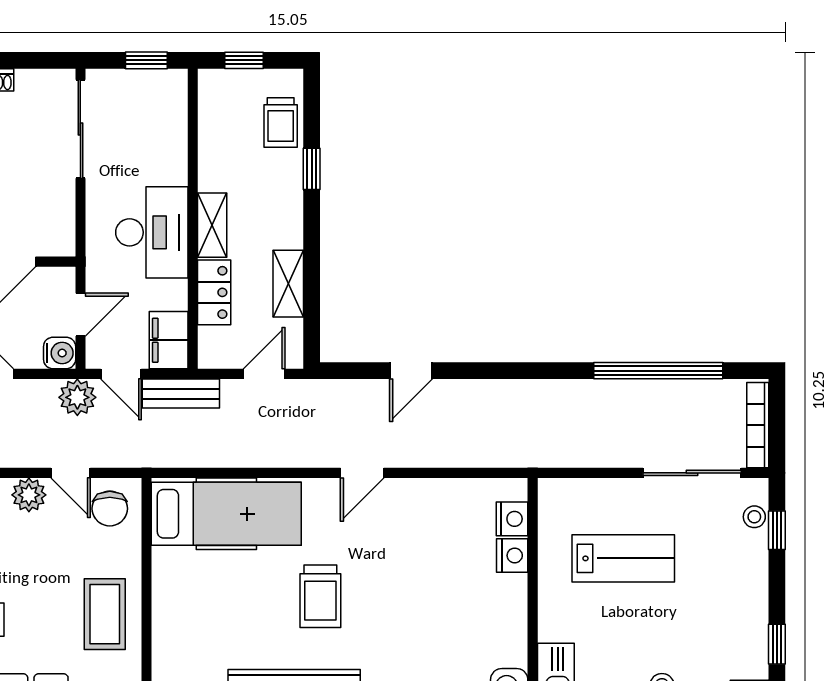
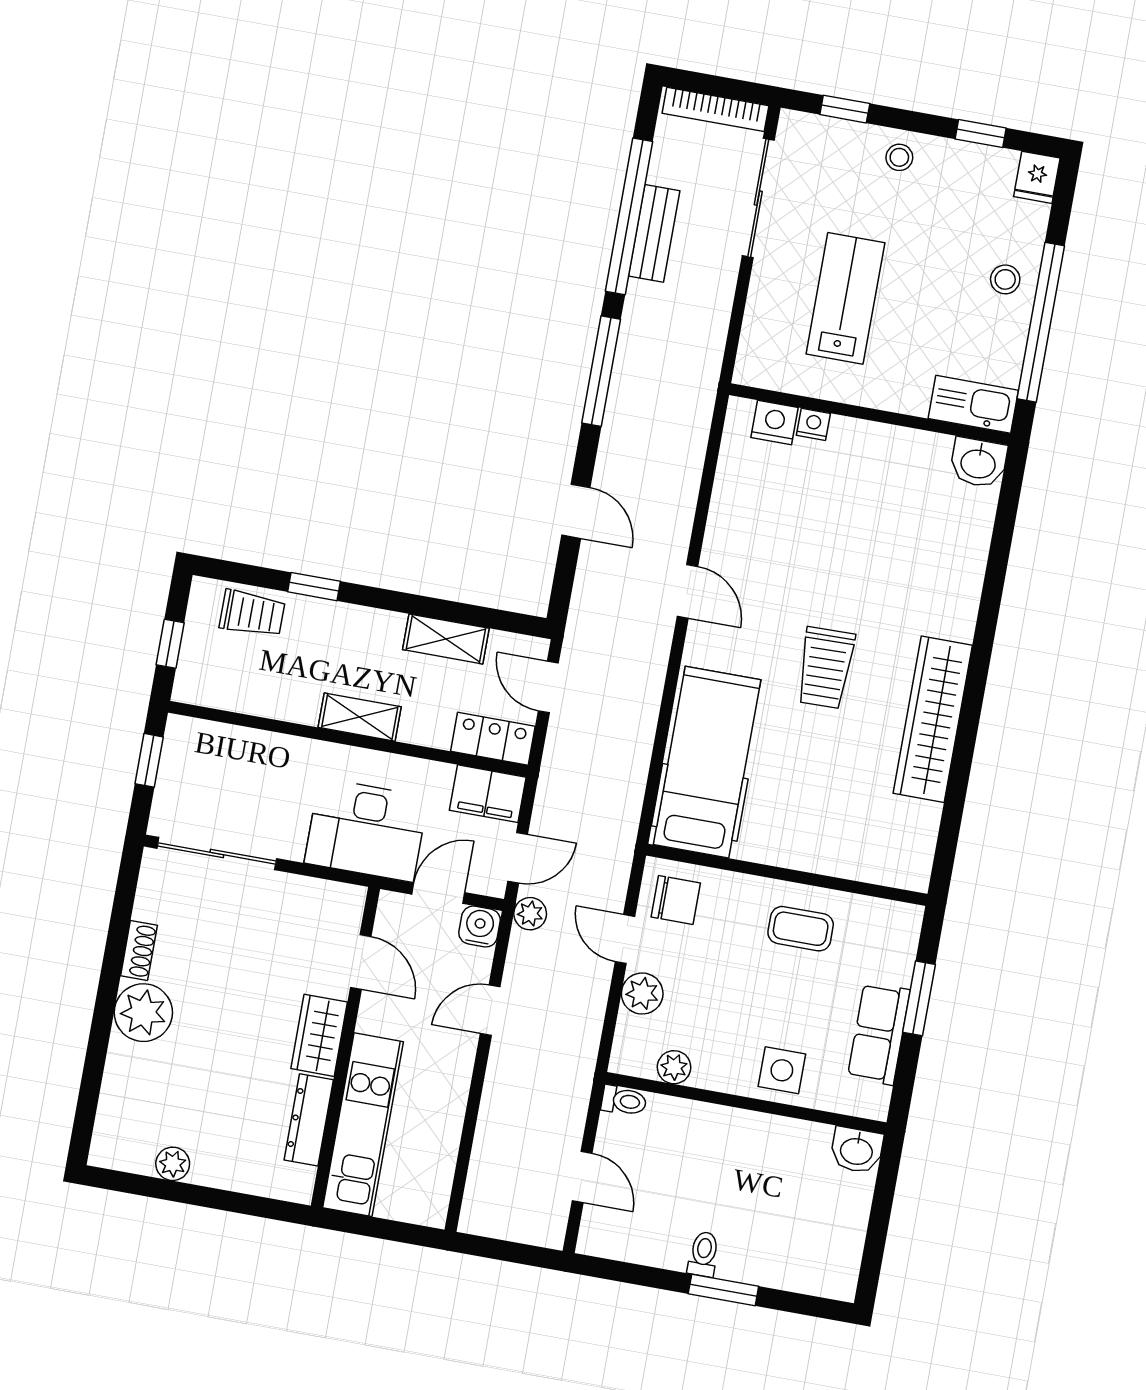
desk: (152, 232) -> (366, 830), moved, turned 180
locker: (214, 292) -> (493, 739), moved
door: (80, 315) -> (438, 893), hinge flipped
window: (528, 371) -> (601, 371), added
bench: (181, 394) -> (654, 233), moved
plant: (77, 397) -> (530, 914), width x0.73, depth x0.73
door: (71, 473) -> (625, 939), swing flipped
stool: (754, 517) -> (899, 157), moved
nightstand: (512, 555) -> (813, 424), width x0.72, depth x0.74
trolley: (320, 596) -> (826, 668), turned 89
coffee table: (105, 614) -> (801, 929), width x0.73, depth x0.77

